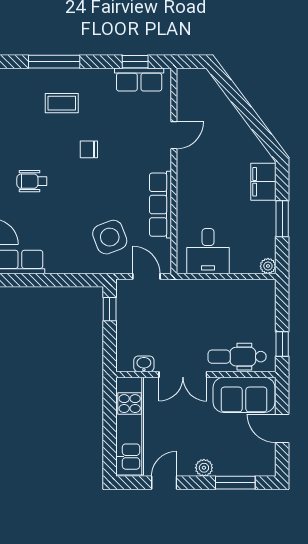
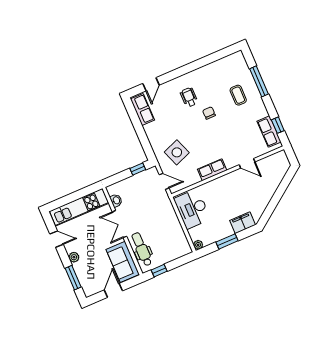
chair: (89, 149) -> (209, 113), moved
row of seats: (161, 205) -> (212, 170), width x0.68
desk: (208, 251) -> (192, 209), width x1.37
door: (146, 276) -> (164, 181), hinge flipped

